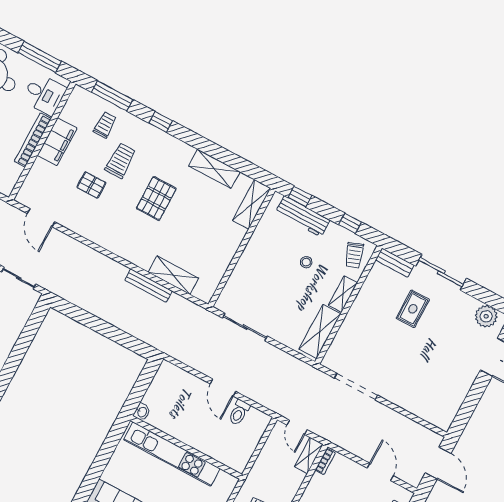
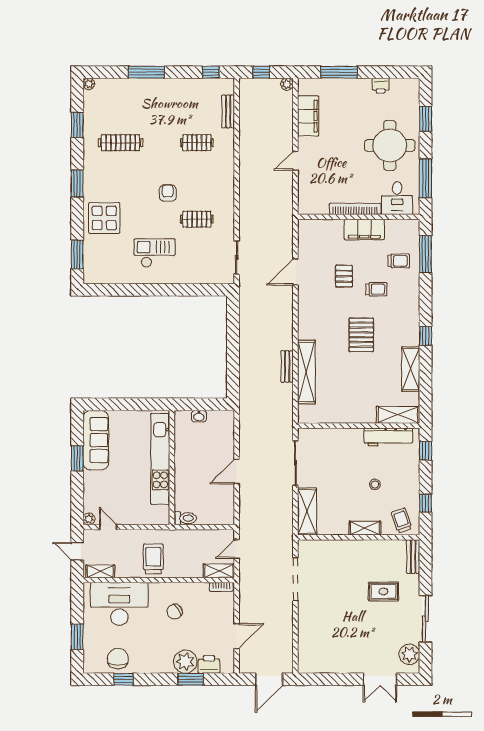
window: (161, 122) -> (426, 336), moved
trolley: (120, 161) -> (376, 289), width x0.73, depth x0.72
pallet: (156, 198) -> (361, 335), turned 90
workbench: (303, 216) -> (388, 437), moved, turned -90
door: (41, 218) -> (295, 272), moved
trolley: (354, 255) -> (402, 520), turned 91
sliding door: (441, 272) -> (426, 619), moved
shelving: (173, 275) -> (306, 372), width x1.47
bench: (149, 286) -> (287, 366), width x0.73
shelving: (320, 331) -> (307, 512), moved, turned 90
washbasin: (142, 412) -> (199, 416), moved
toilet: (239, 412) -> (185, 518), moved, turned 180

